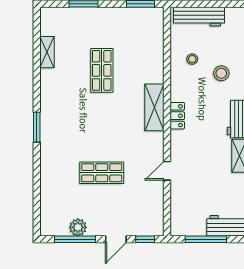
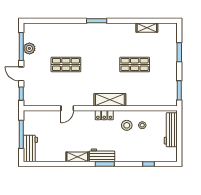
stool: (221, 73) -> (127, 125), moved
door: (167, 171) -> (67, 108), swing flipped
shop shelf: (102, 173) -> (66, 64), turned 90

